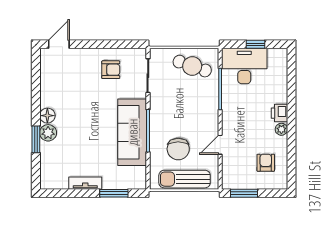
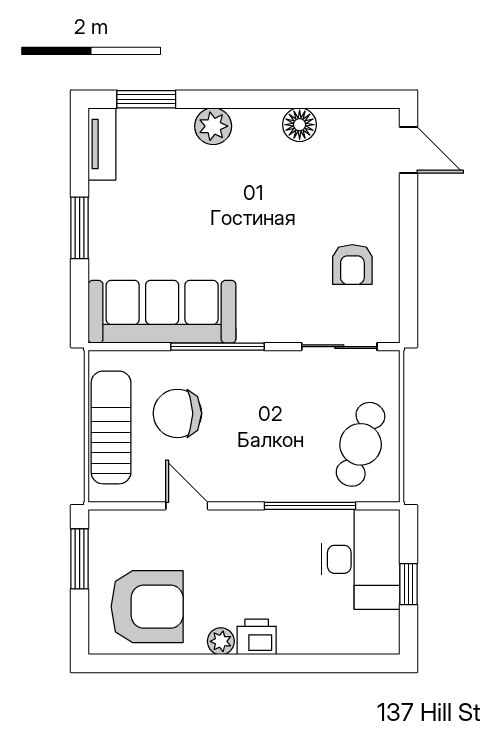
floor lamp: (47, 116) -> (300, 125), moved
sofa: (132, 132) -> (162, 312), moved
window: (36, 139) -> (146, 99), moved
armchair: (266, 163) -> (147, 607), width x1.88, depth x1.88
tv unit: (85, 183) -> (102, 144), moved
window: (114, 193) -> (80, 228), moved

